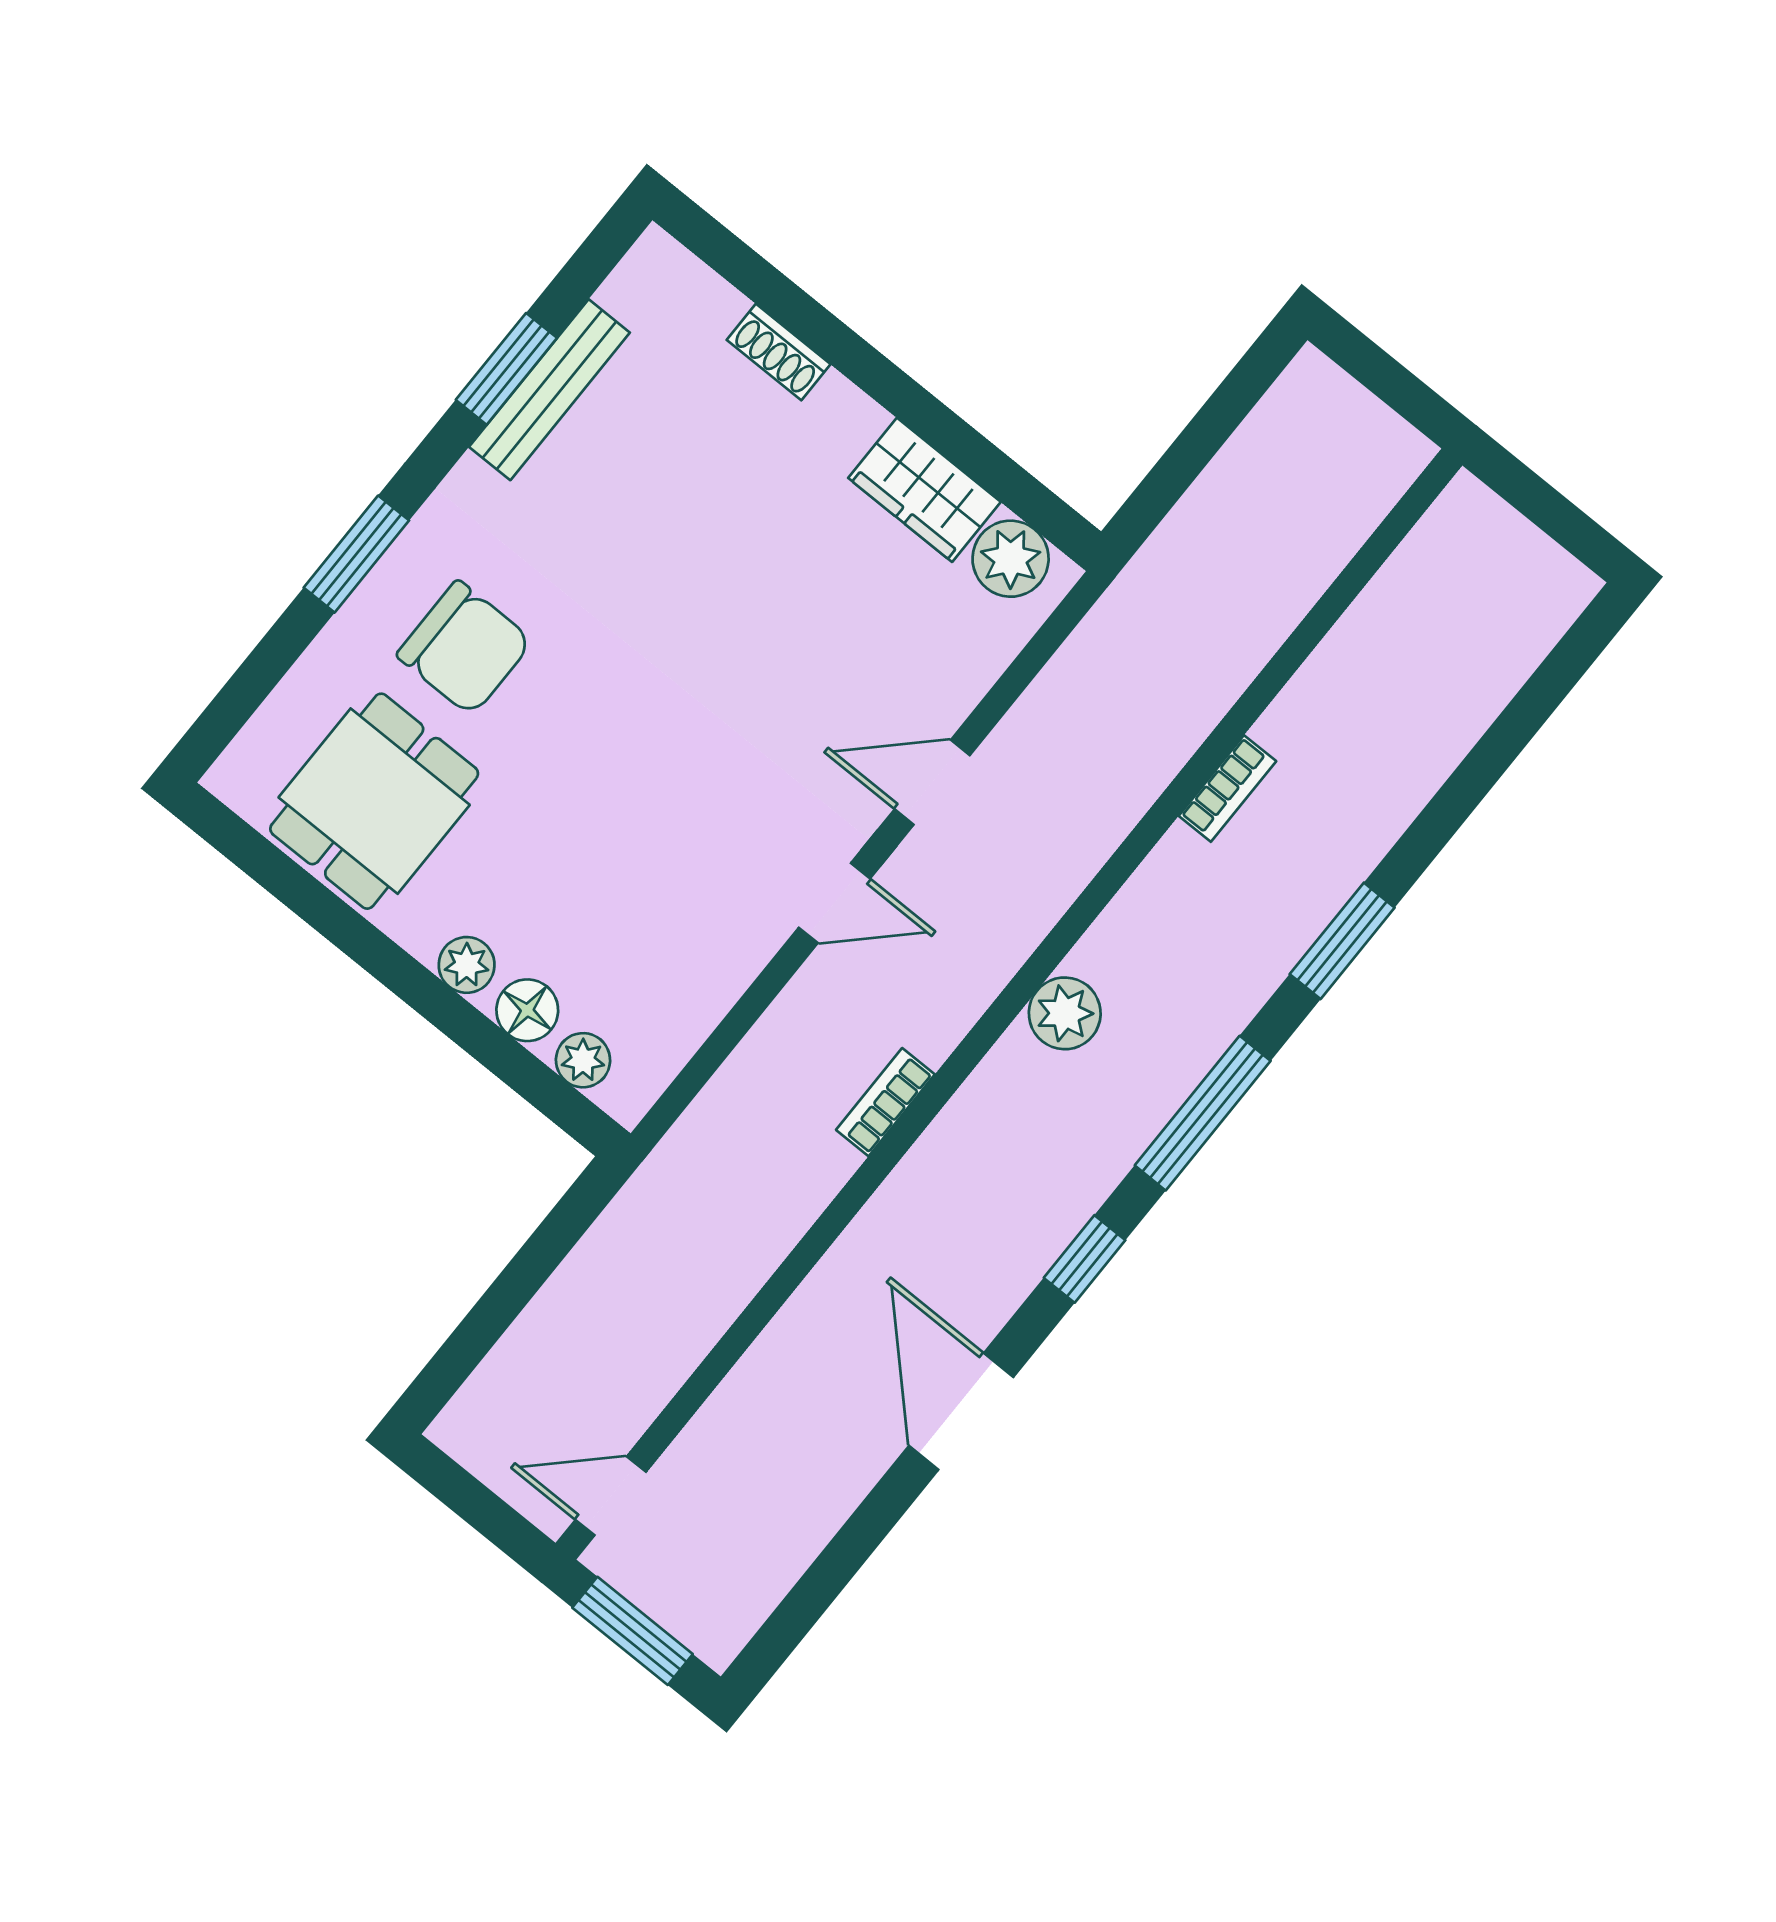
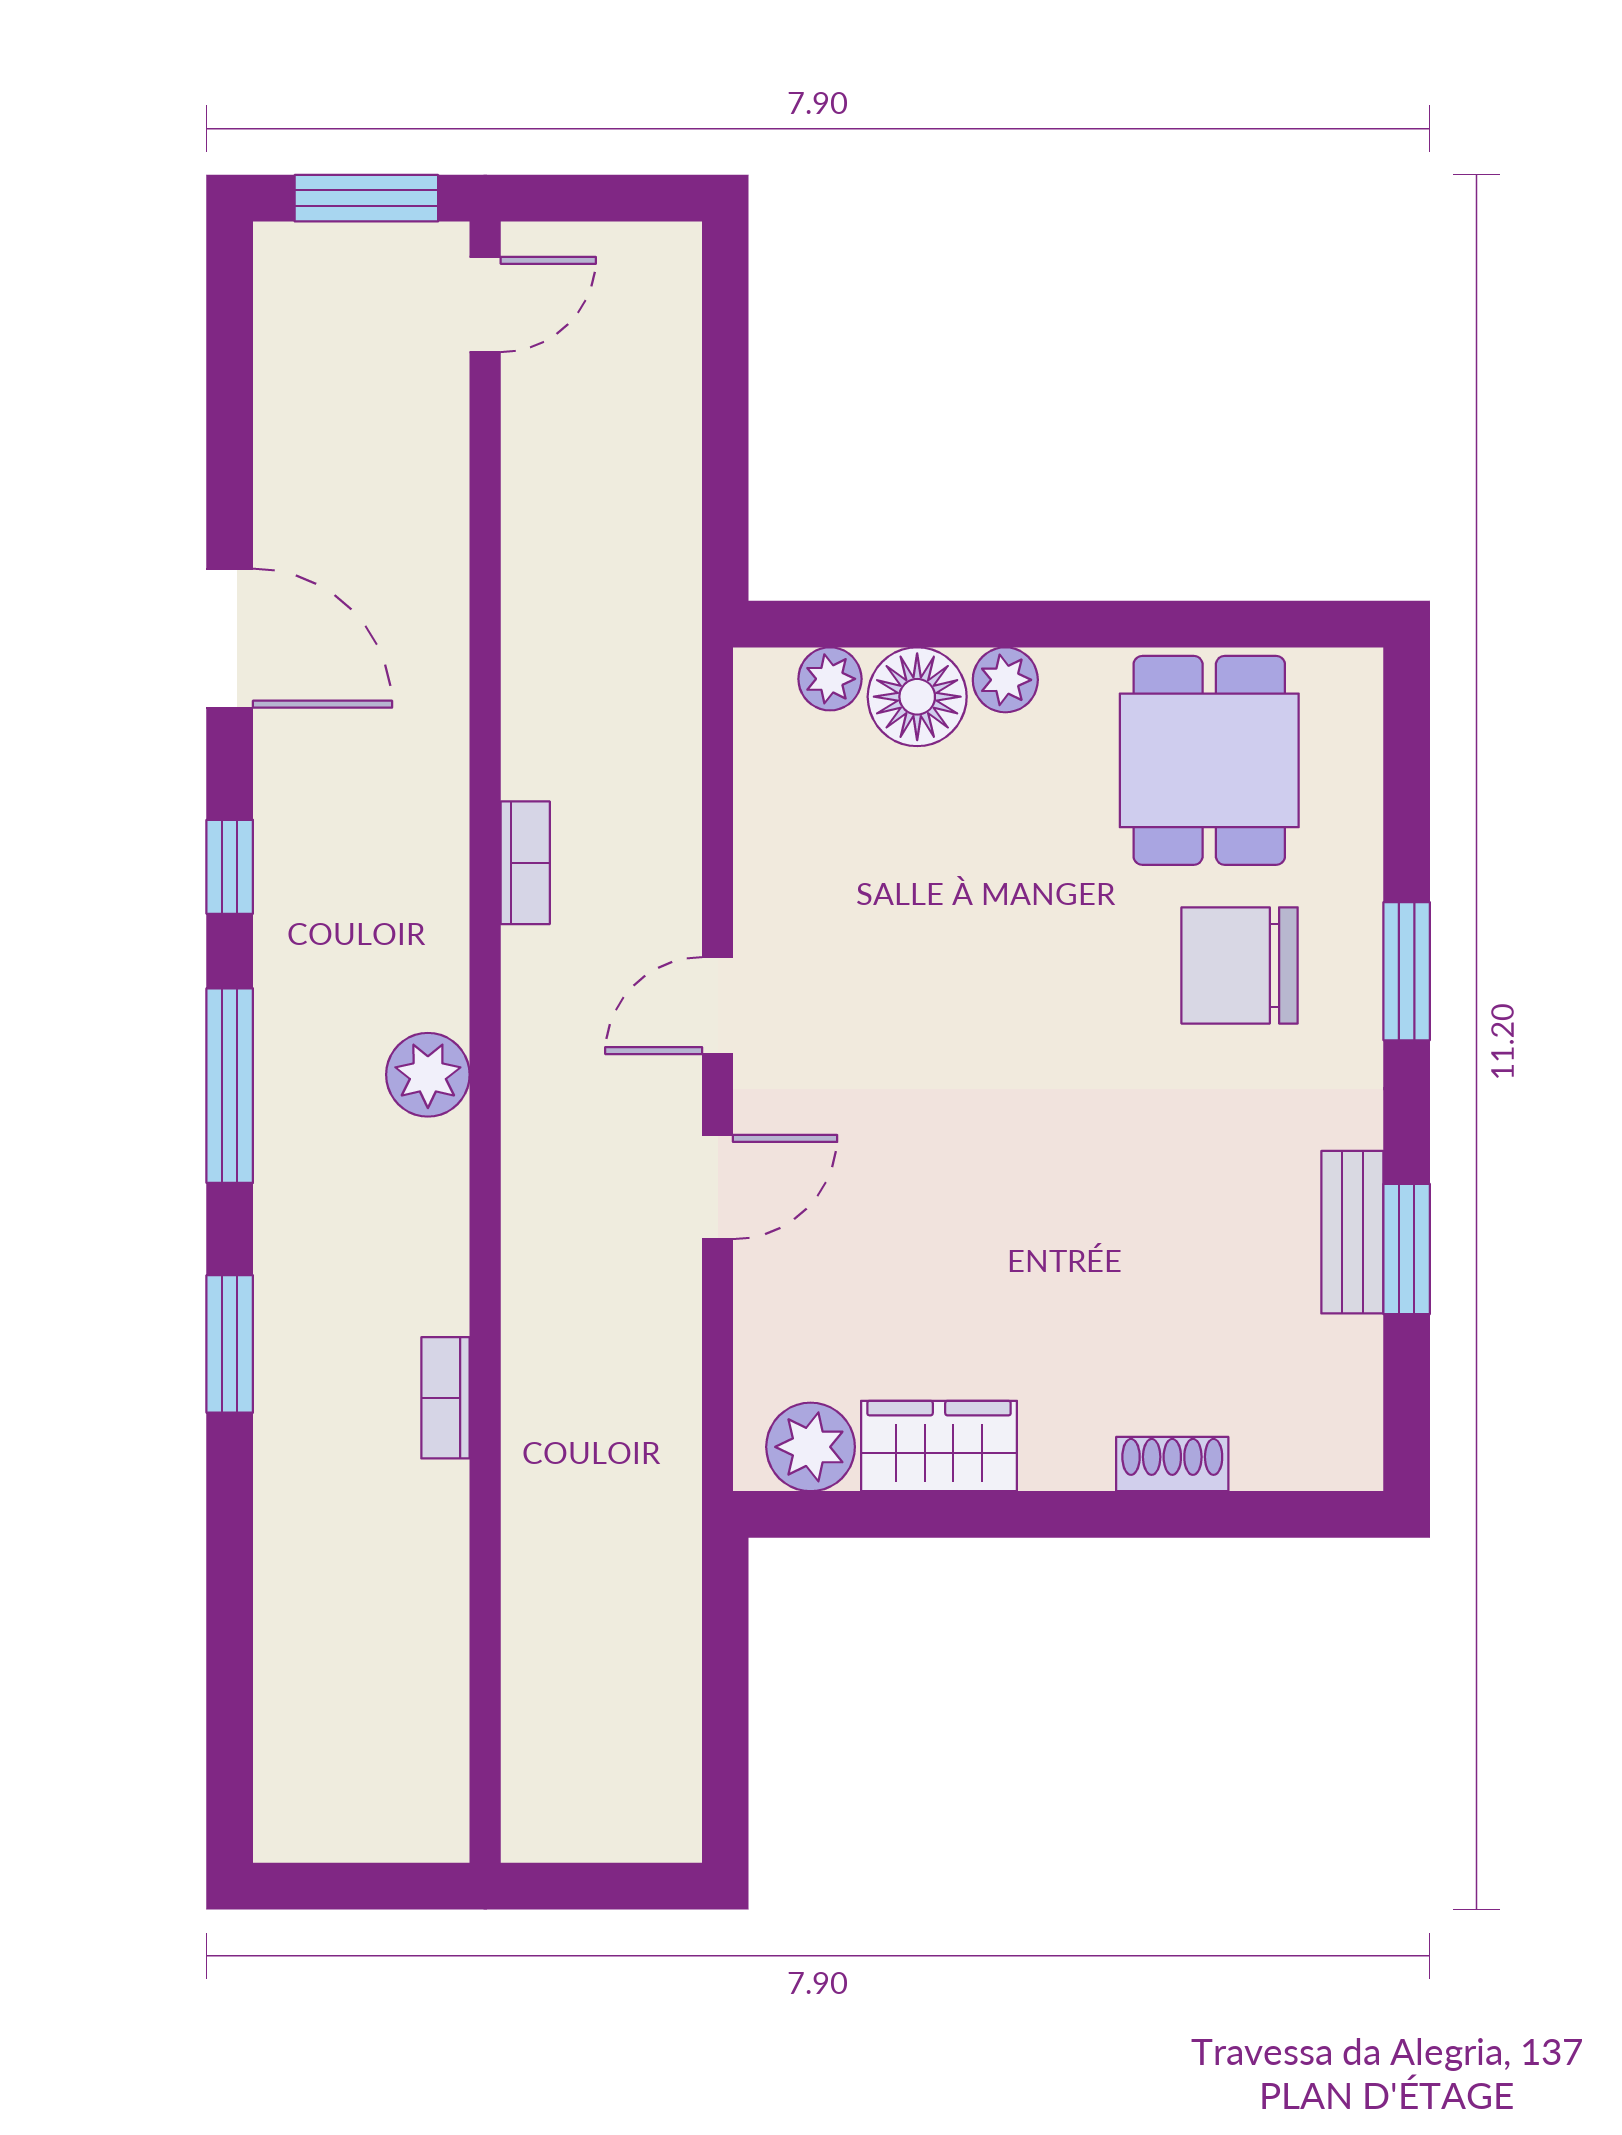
bench: (549, 390) -> (1352, 1232), width x0.73
floor lamp: (527, 1010) -> (917, 697), width x1.38, depth x1.38

